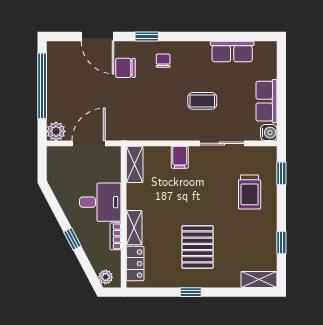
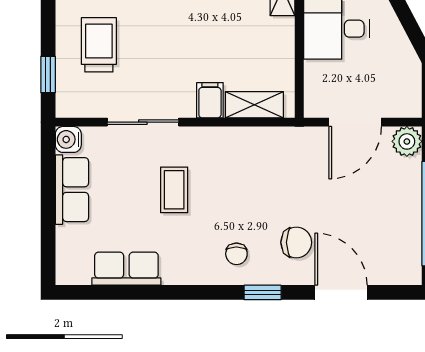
coffee table: (202, 101) -> (174, 190), turned 90
shelving: (135, 164) -> (254, 105), moved, turned 90

